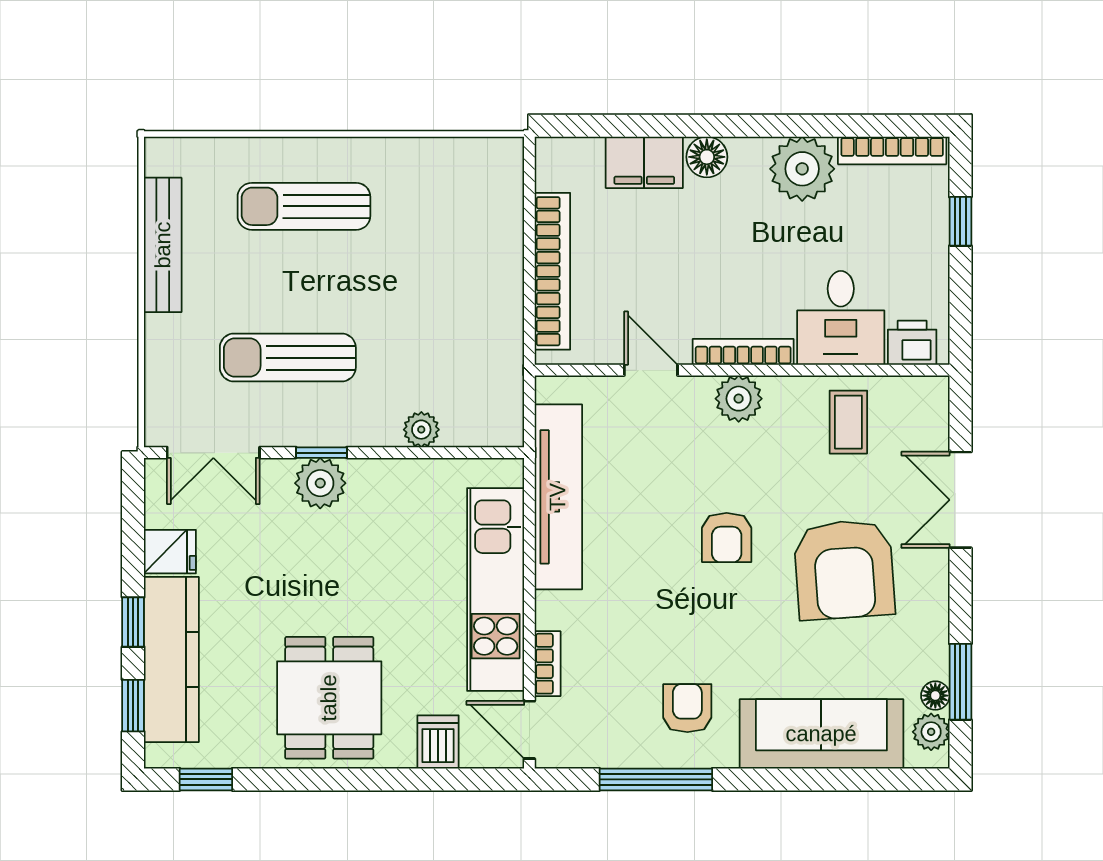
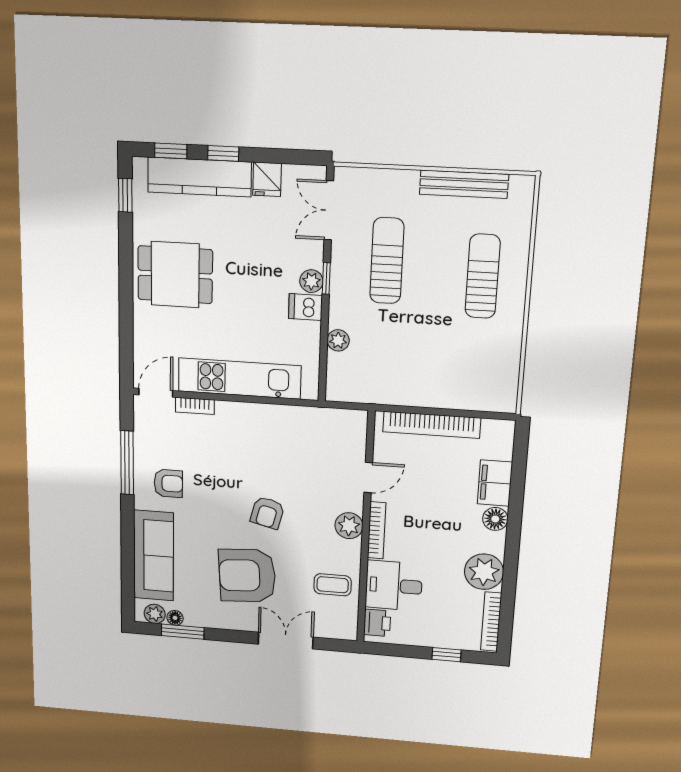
plant: (320, 483) -> (311, 281), width x0.73, depth x0.73
tv unit: (558, 497) -> (294, 419), removed
armchair: (727, 538) -> (267, 513), turned -76
dishwasher: (438, 742) -> (305, 307), moved, turned 180

